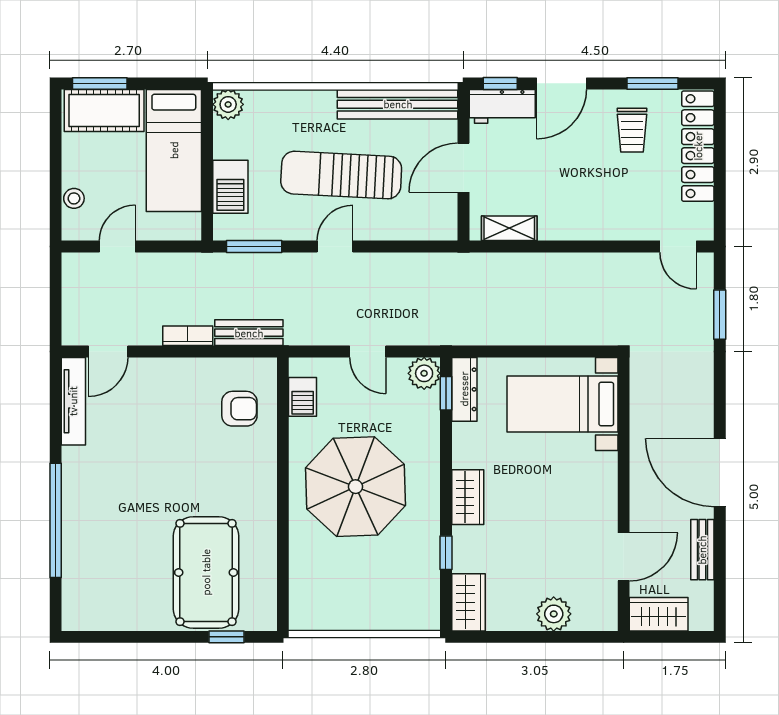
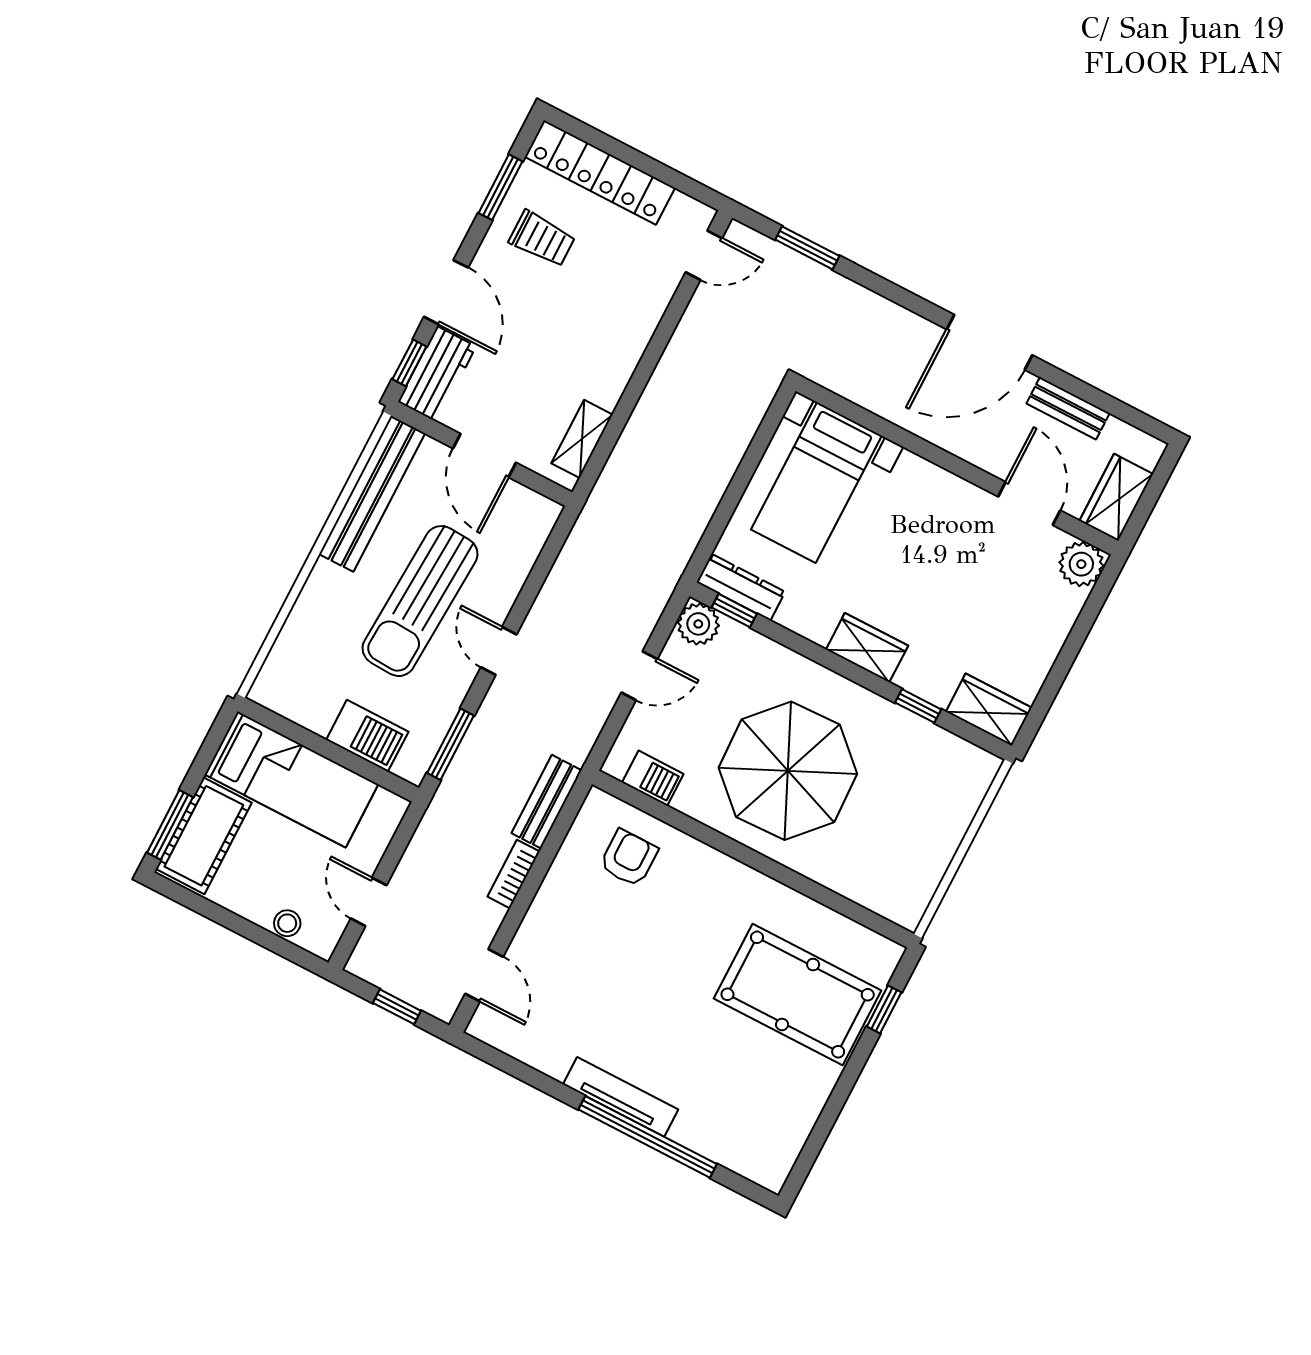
plant: (228, 104) -> (271, 689), removed
window: (56, 303) -> (397, 1007), added
tv unit: (73, 401) -> (621, 1097), moved
plant: (554, 614) -> (1081, 564), moved

